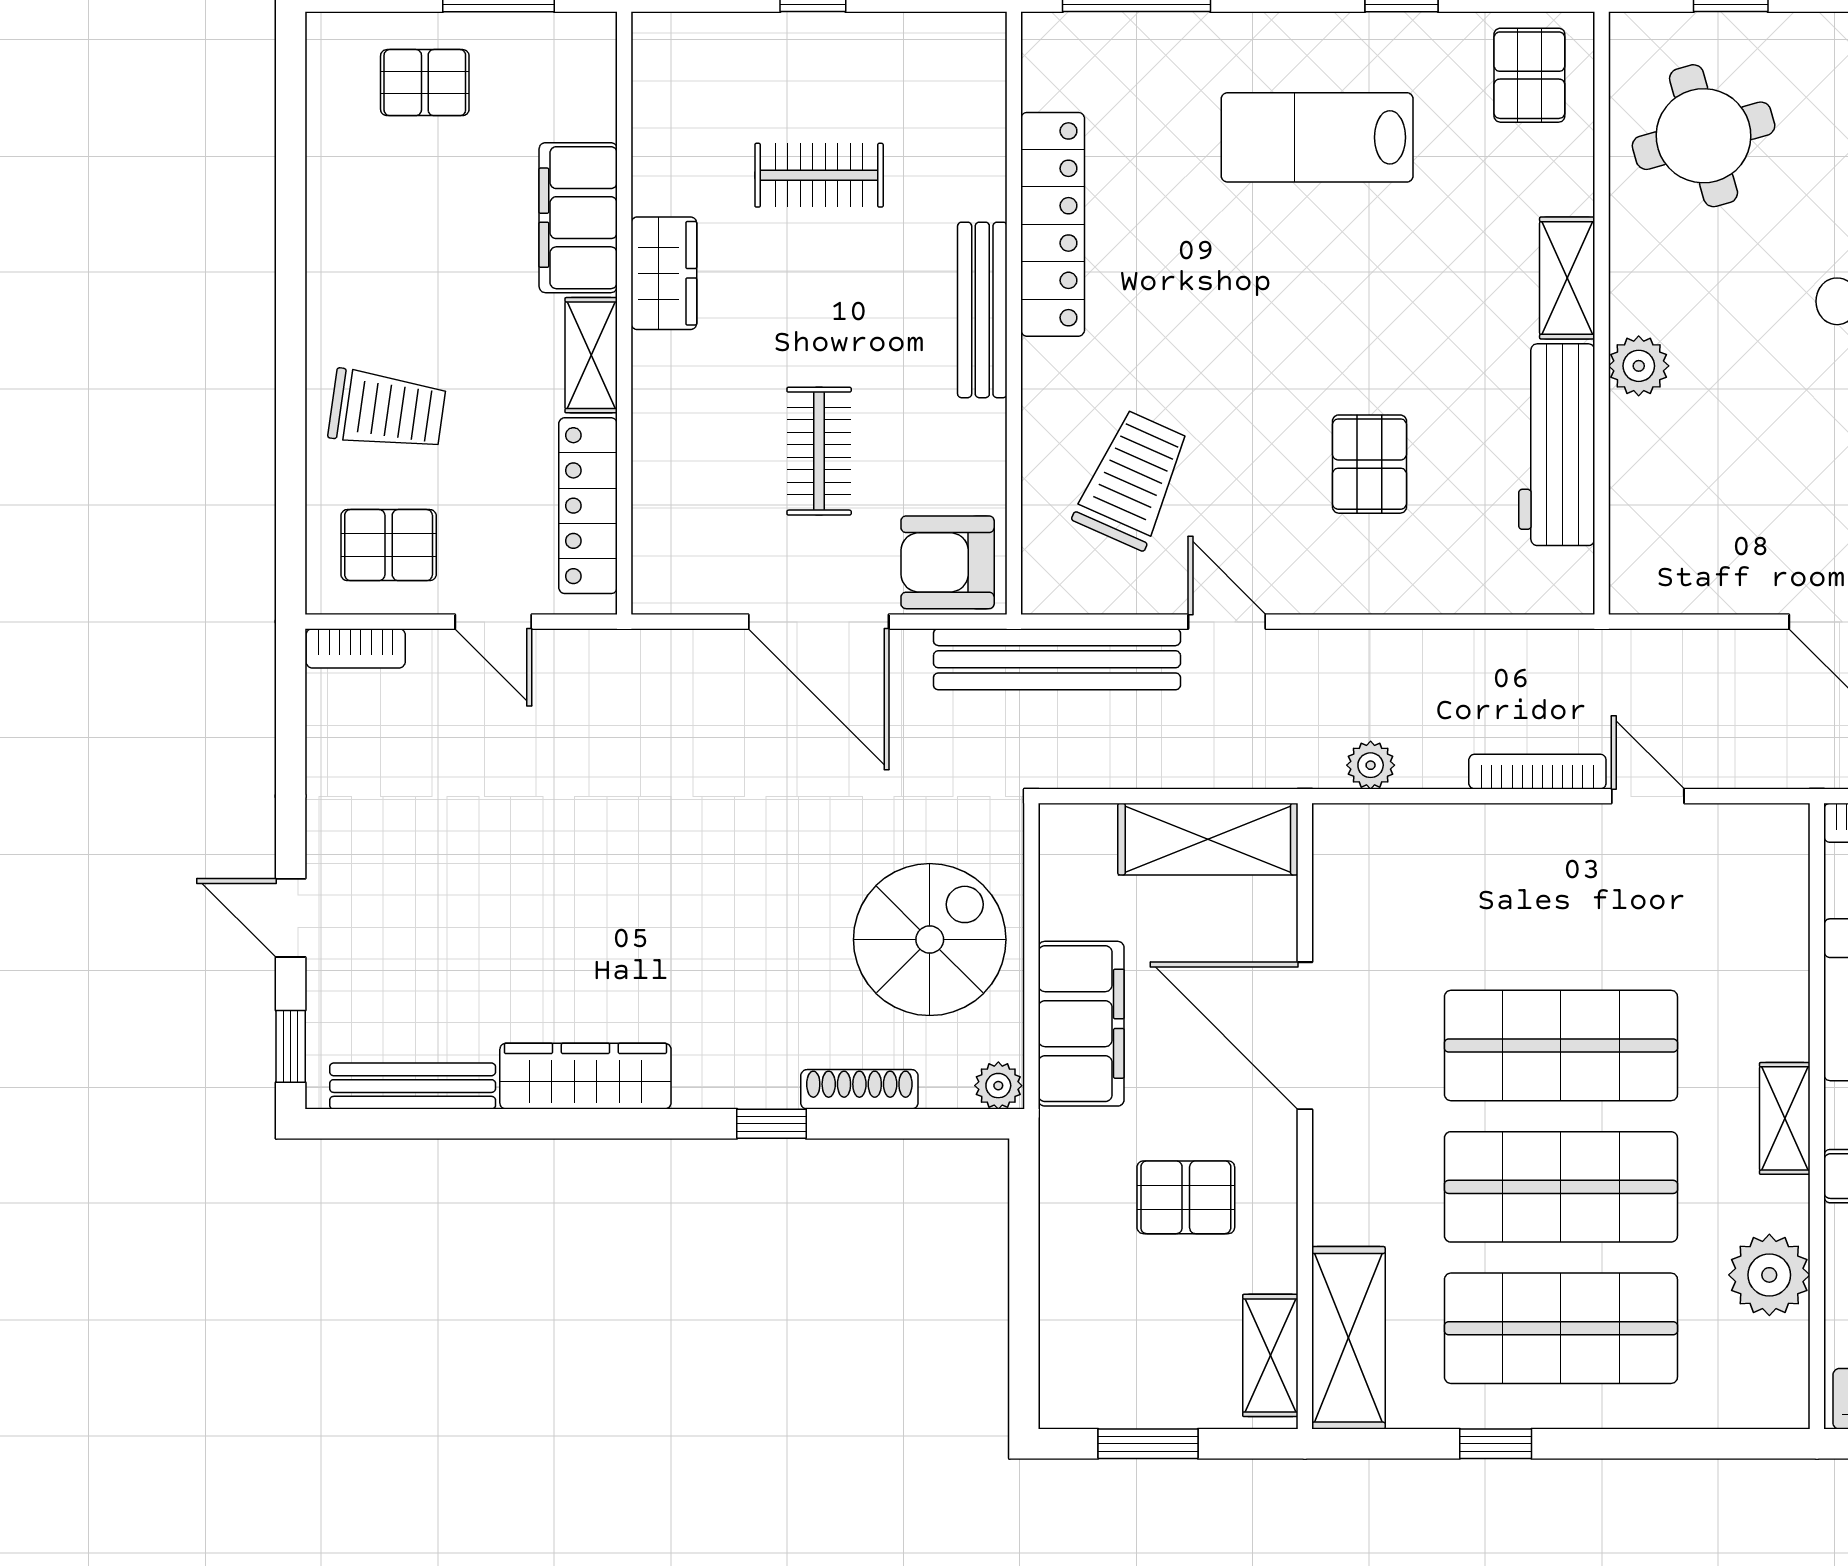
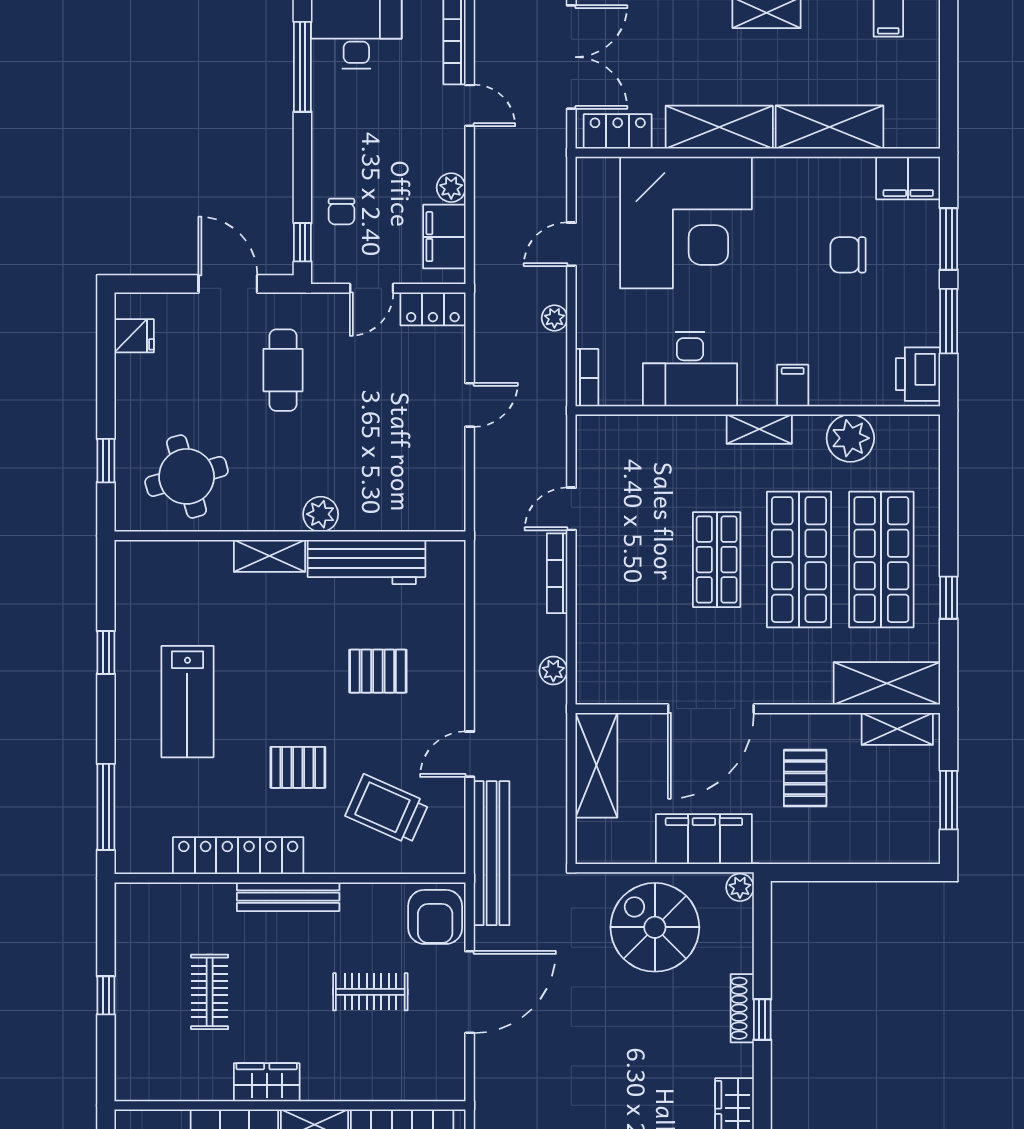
pallet: (1529, 75) -> (298, 767), moved
shop shelf: (1561, 1045) -> (717, 560), width x0.70, depth x0.74
shoe rack: (859, 1089) -> (742, 1008), moved

